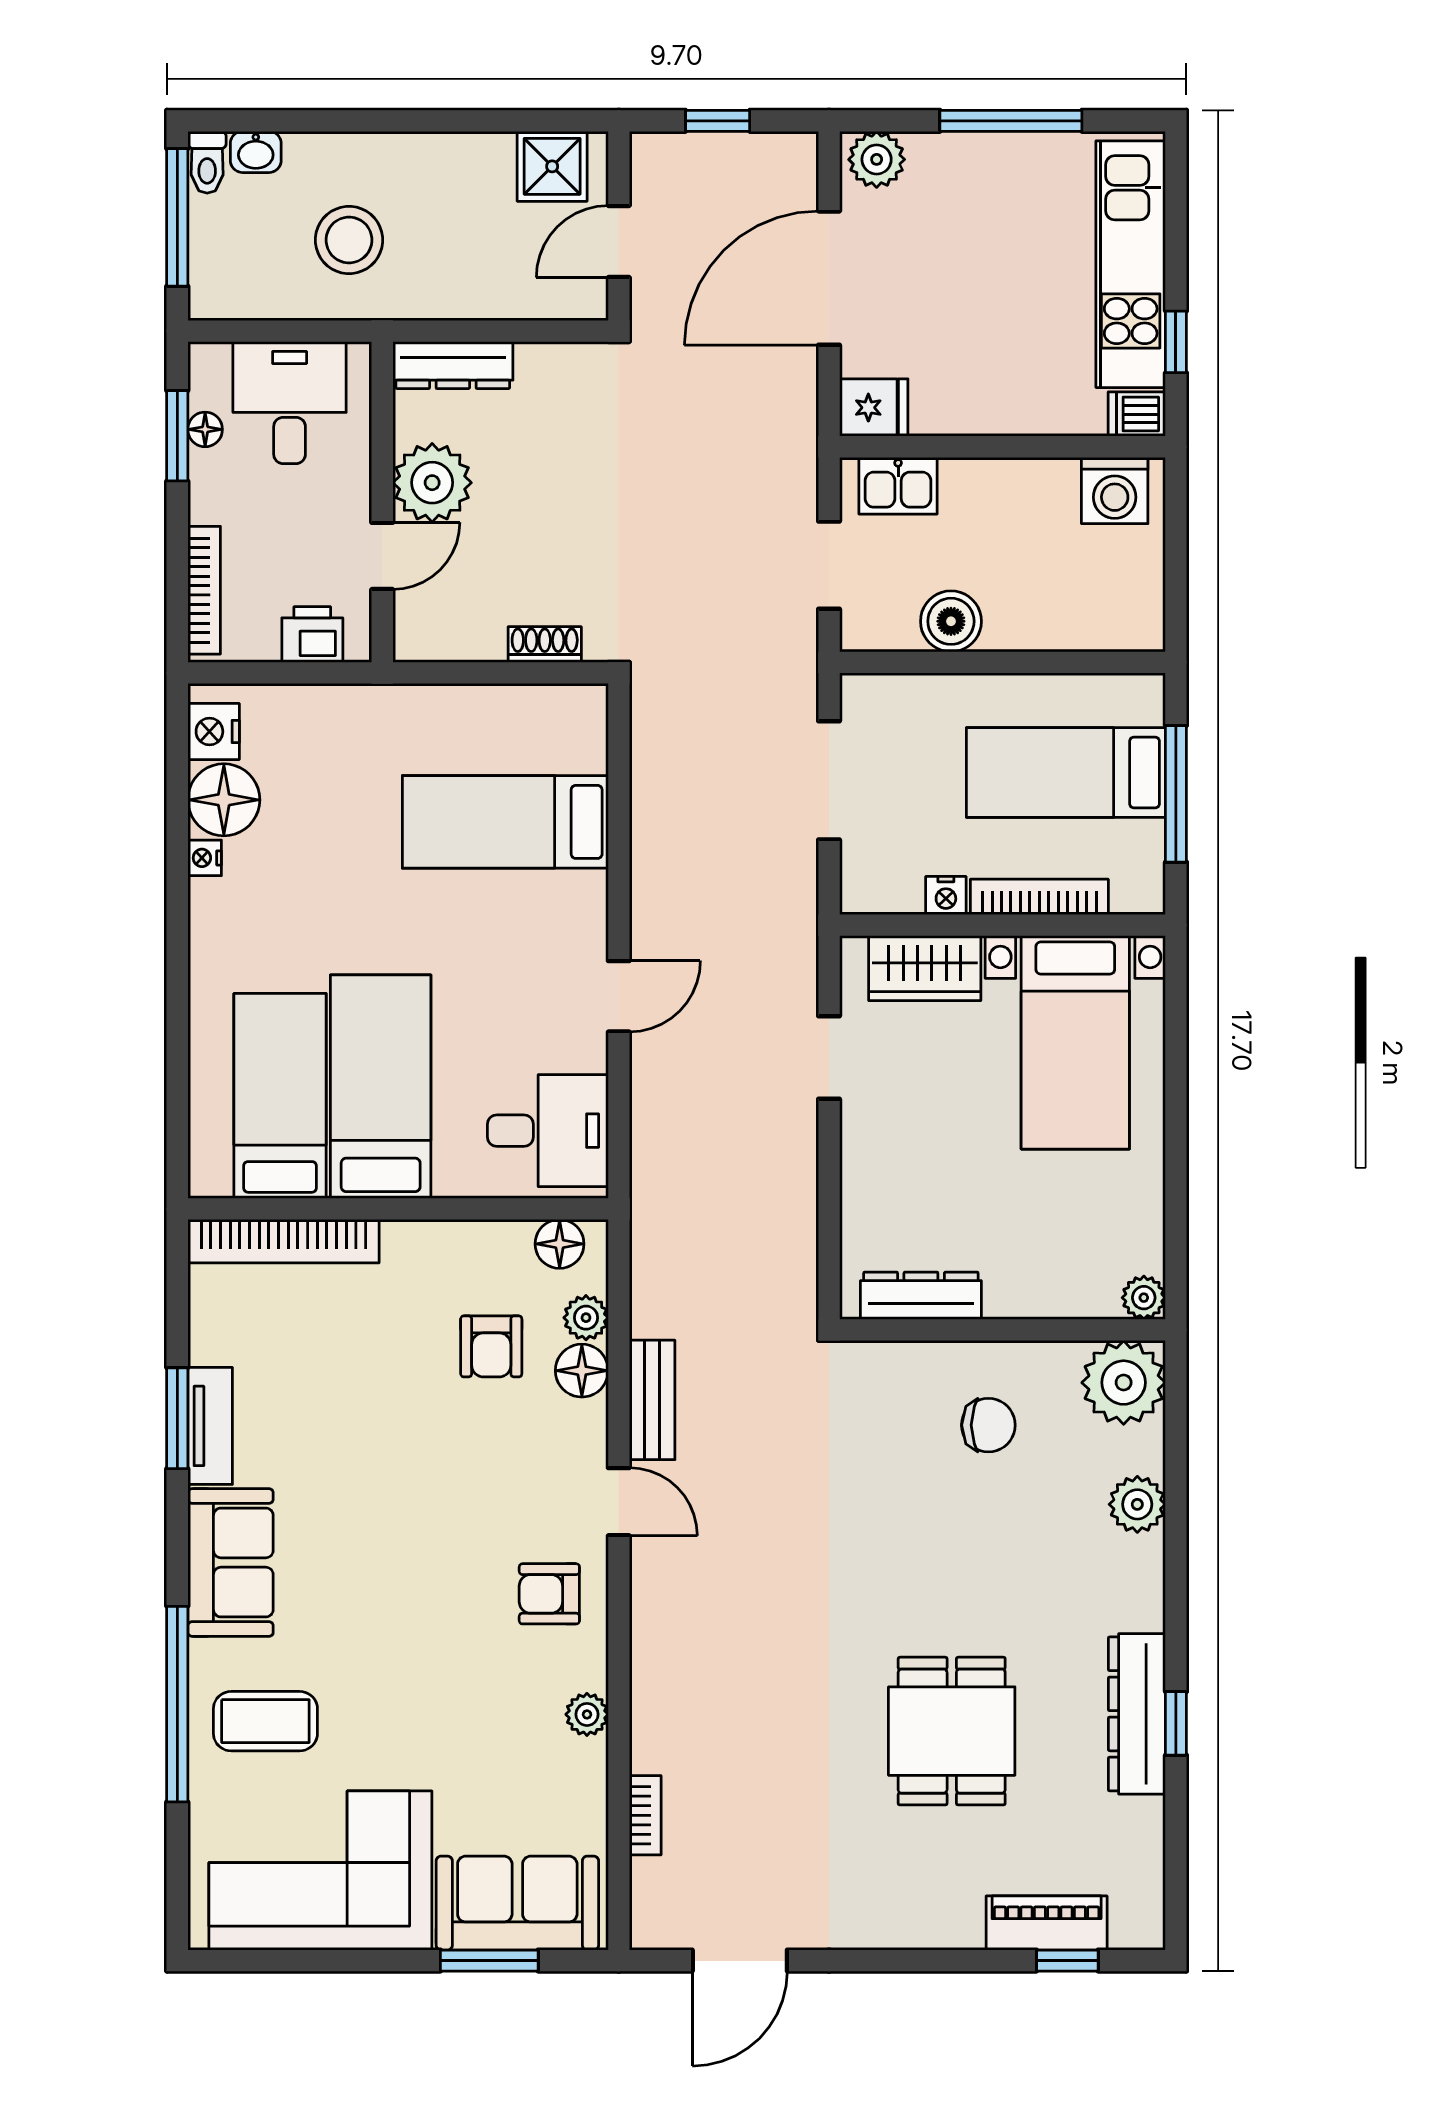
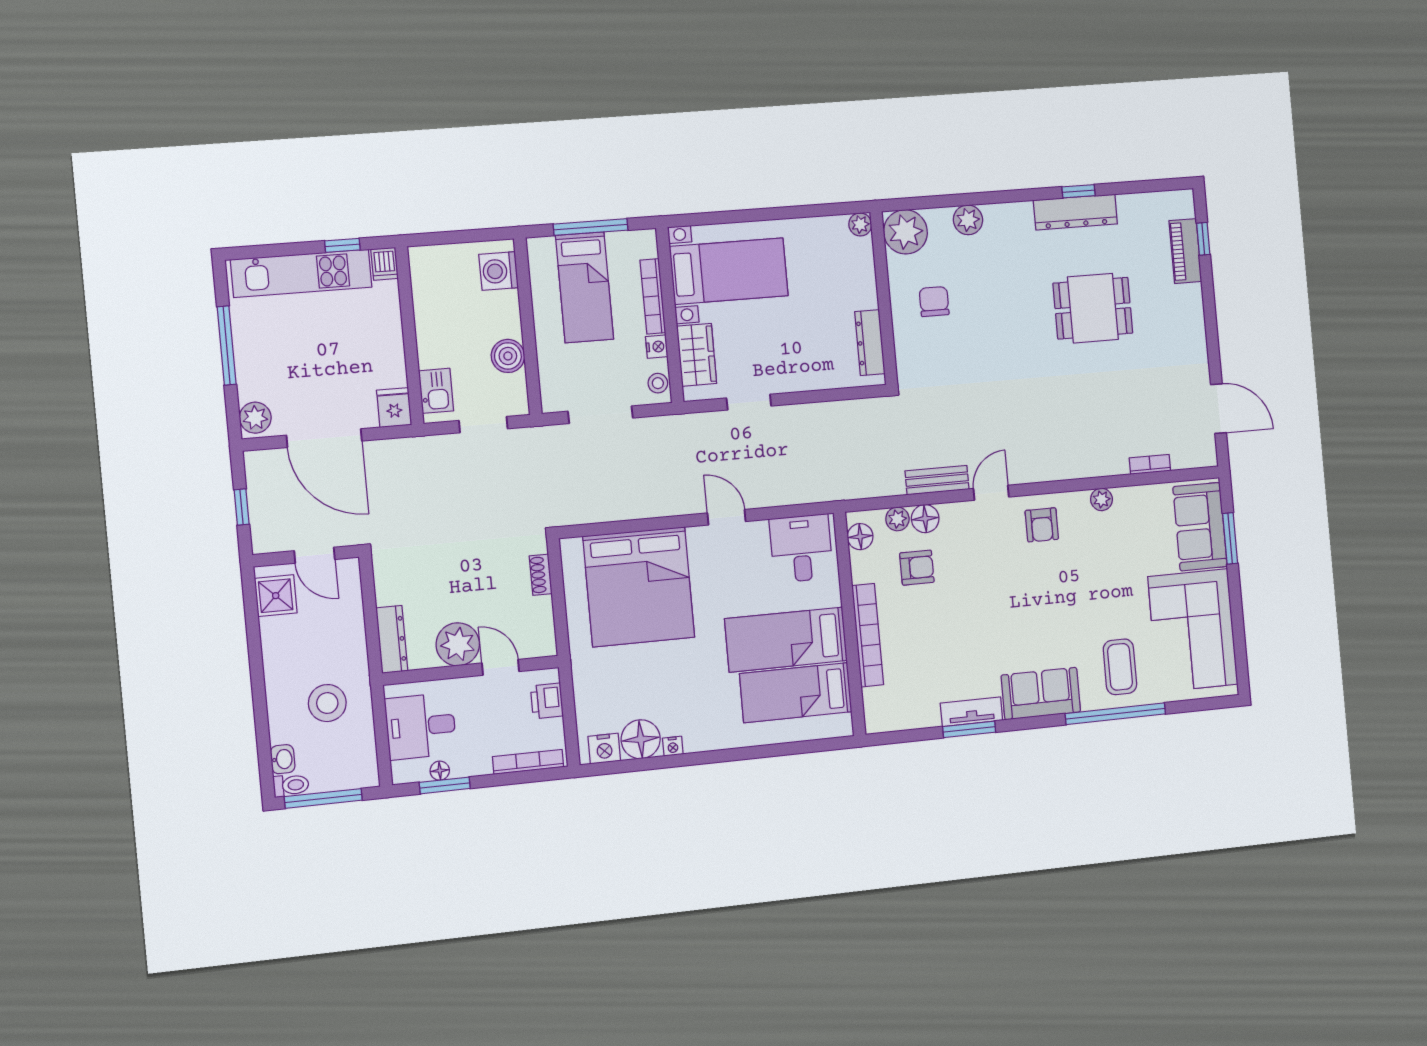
washing machine: (1115, 490) -> (499, 271), moved, turned 180
bed: (505, 822) -> (639, 587), width x2.04
stool: (878, 891) -> (658, 383), added
bookcase: (283, 1241) -> (868, 635), moved

